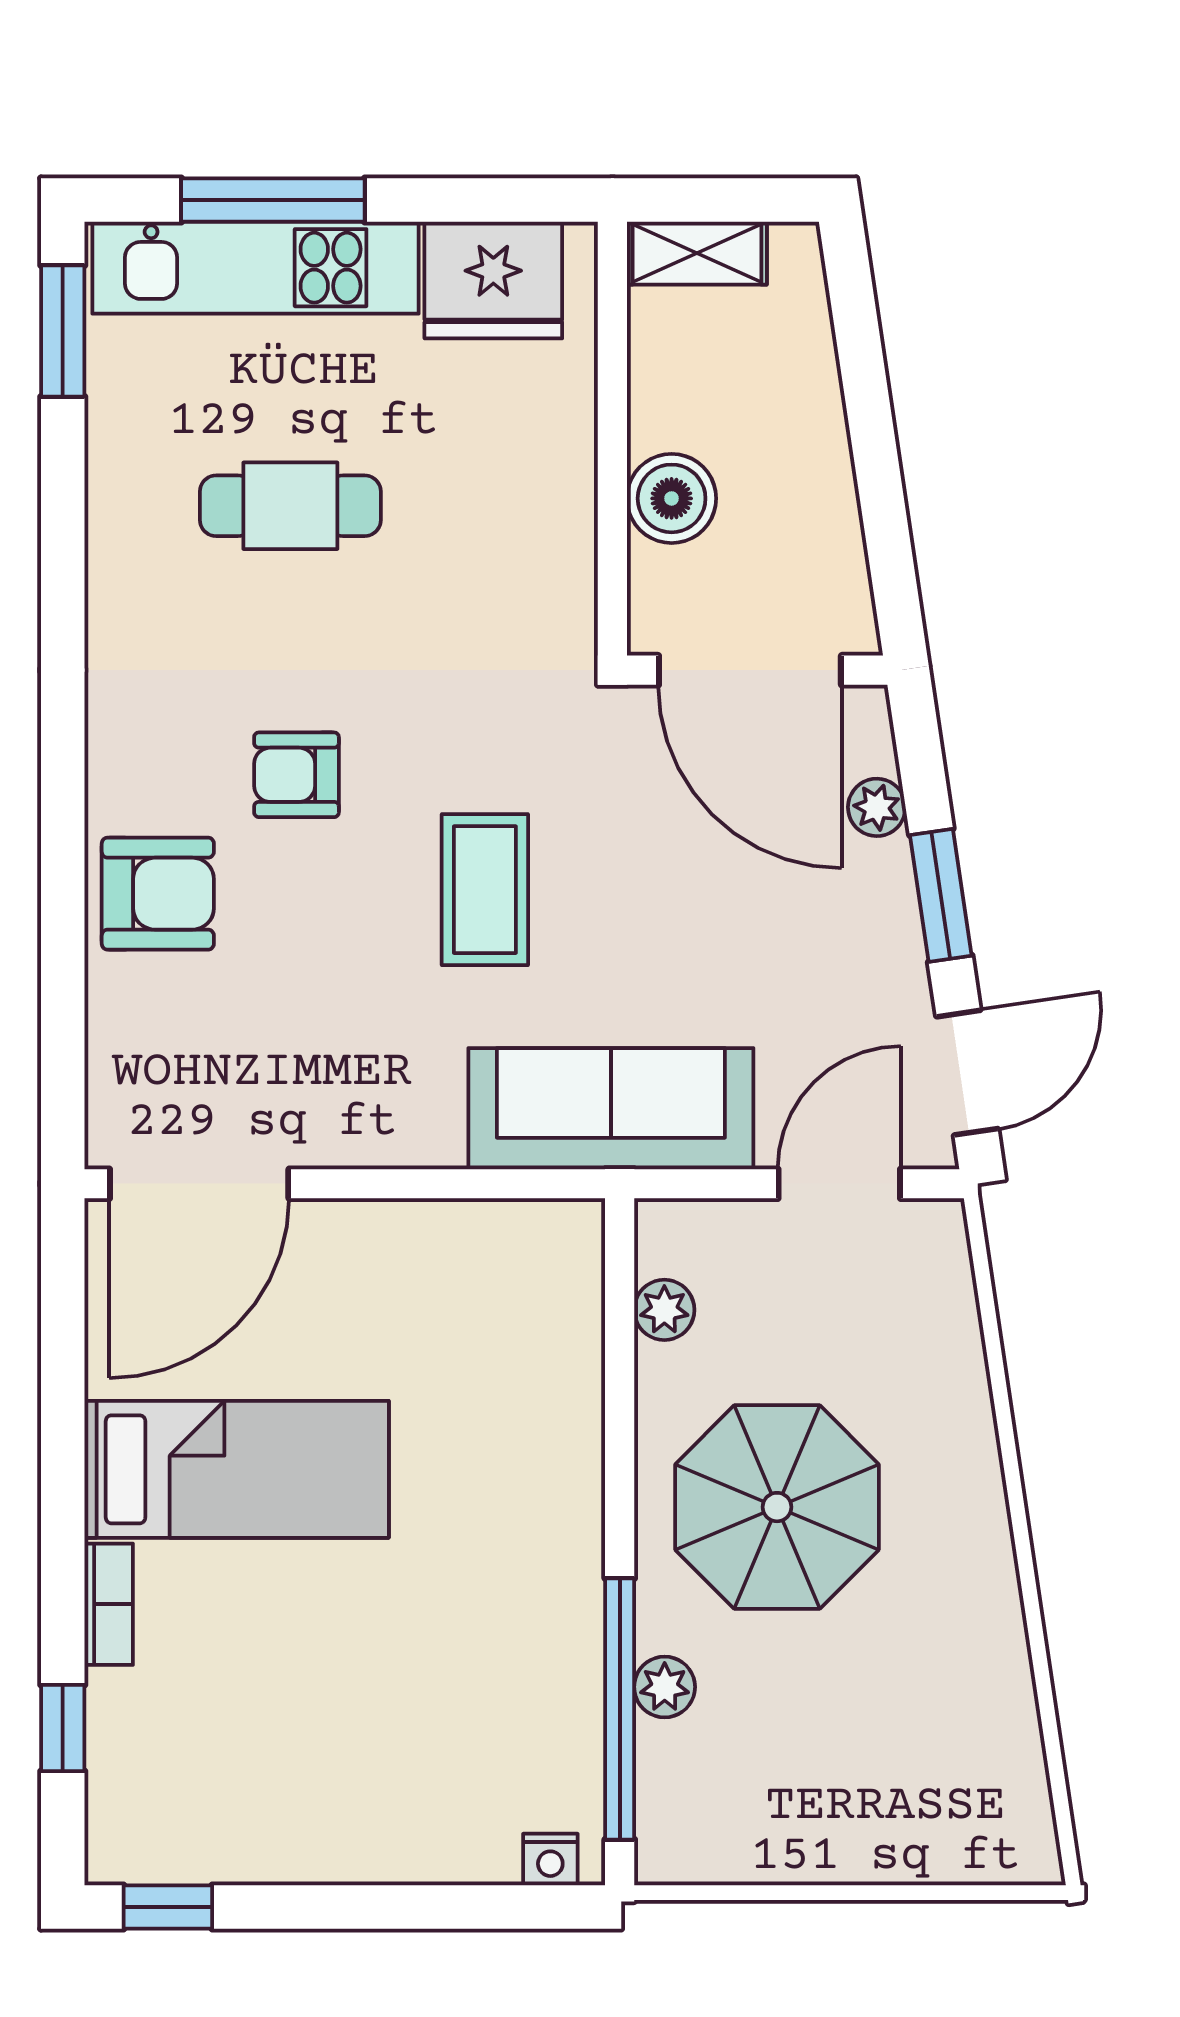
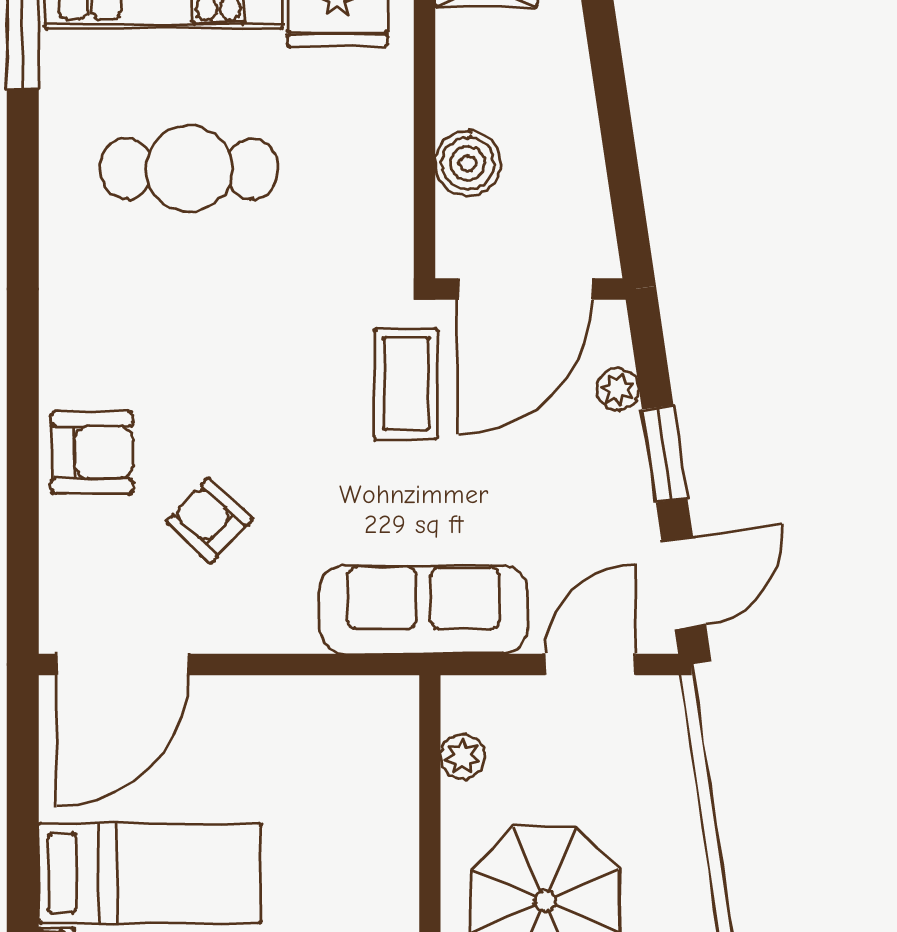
cafe table: (290, 506) -> (189, 169), width x1.37, depth x1.35
door: (750, 670) -> (525, 289), hinge flipped
armchair: (296, 775) -> (209, 521), moved, turned 43
coffee table: (485, 890) -> (406, 384), moved

